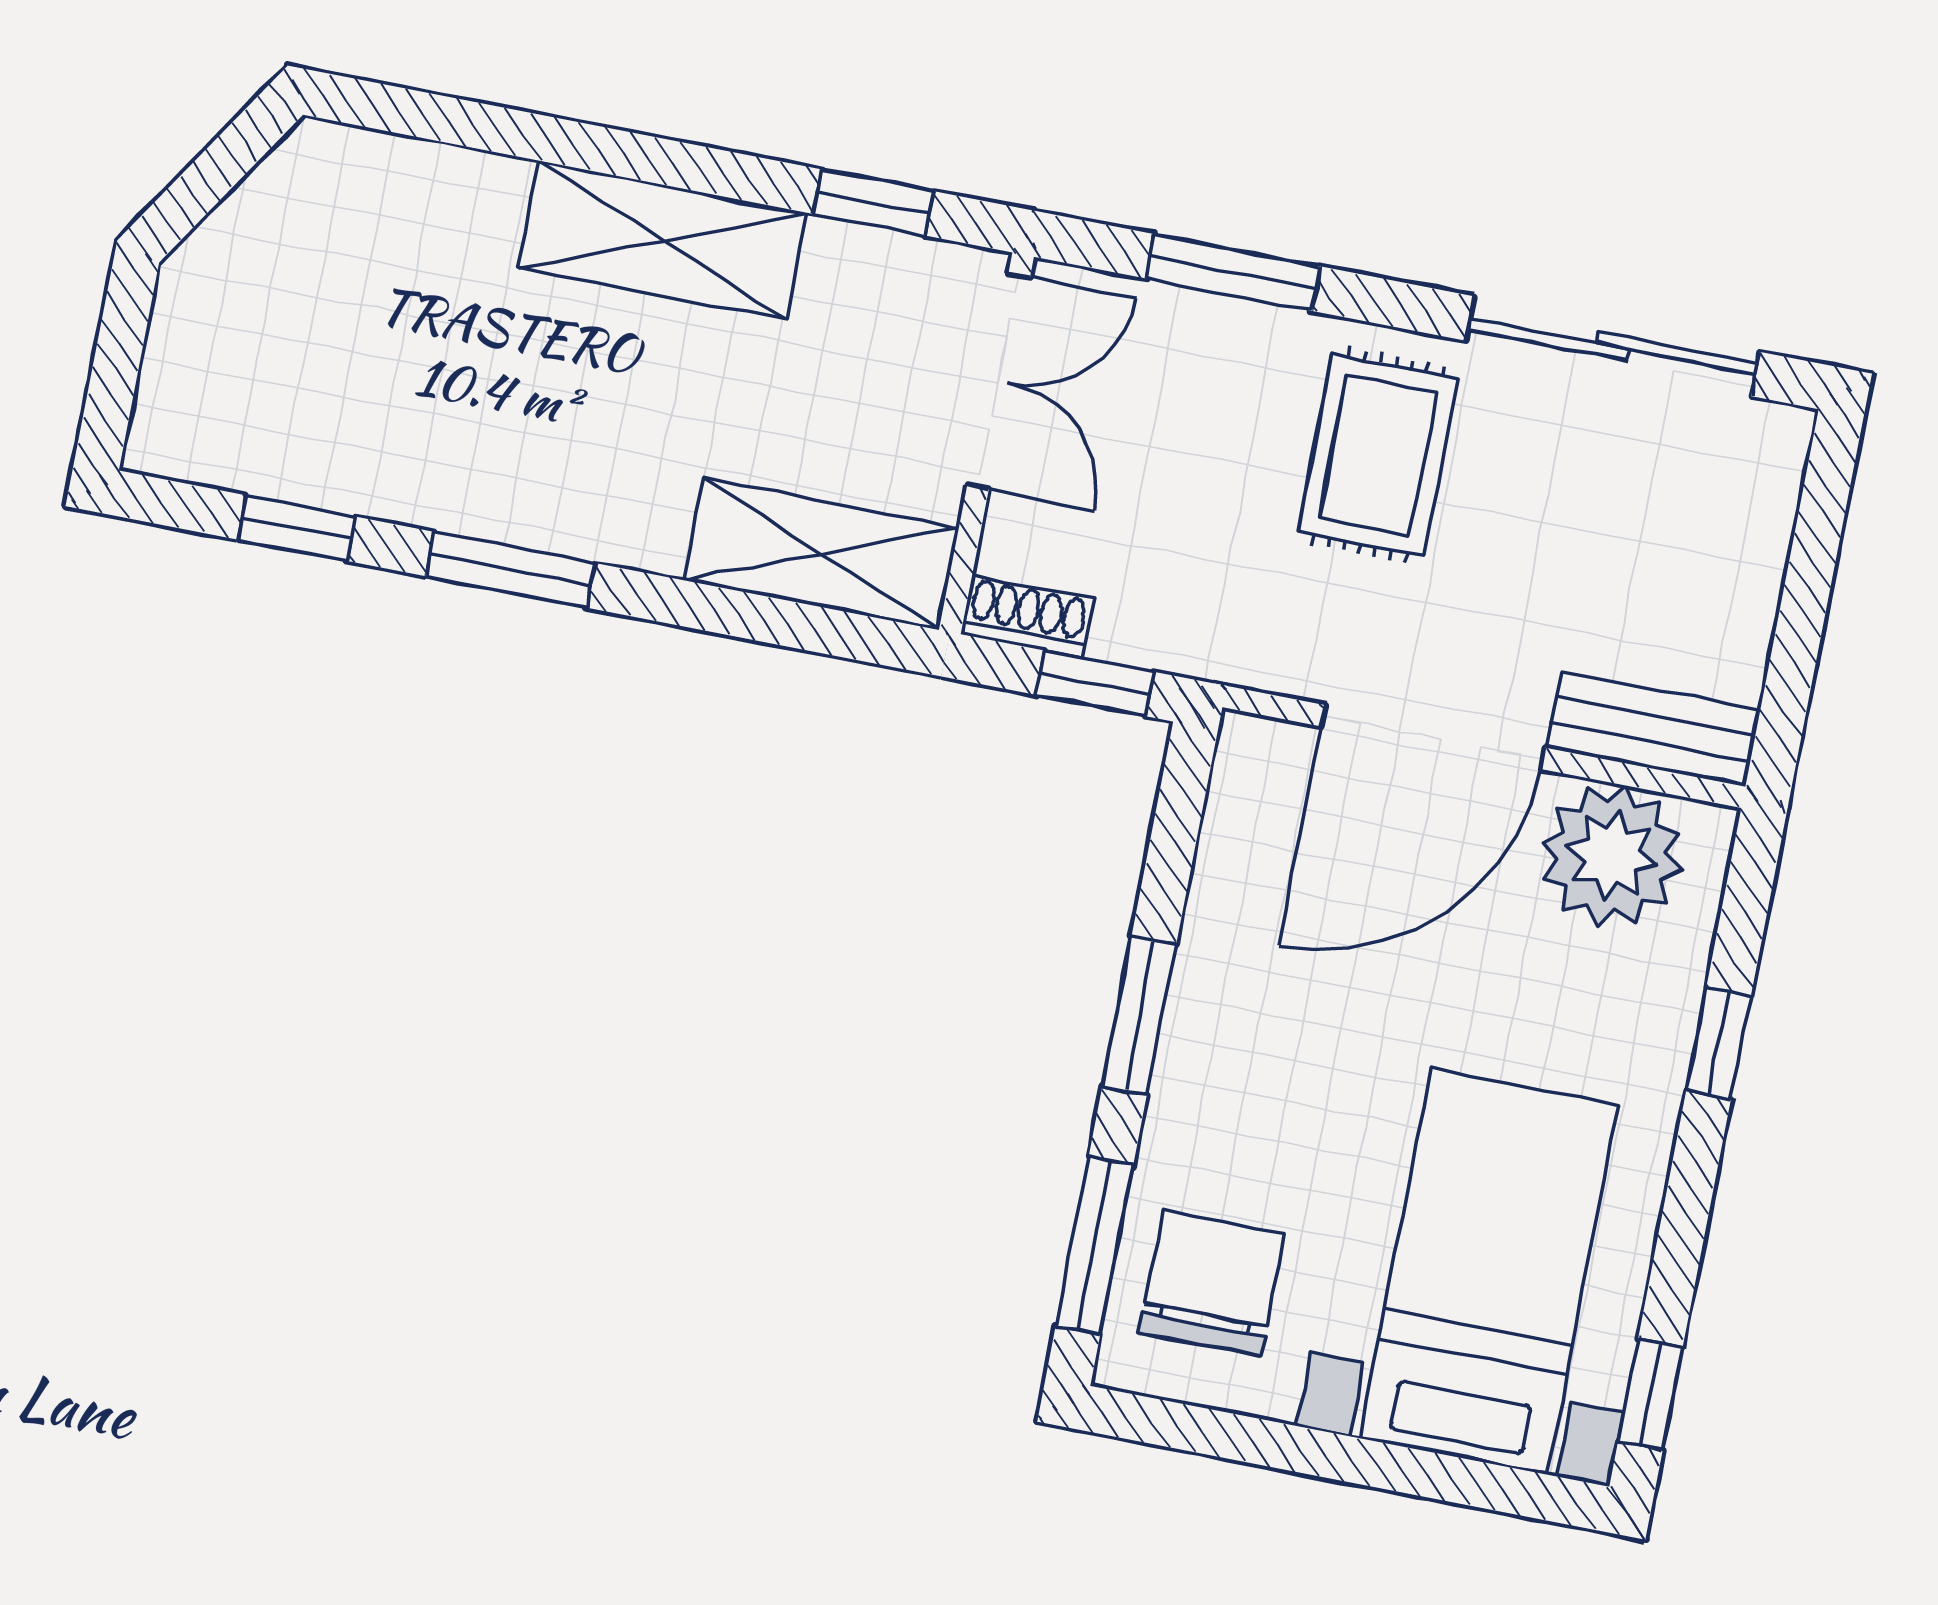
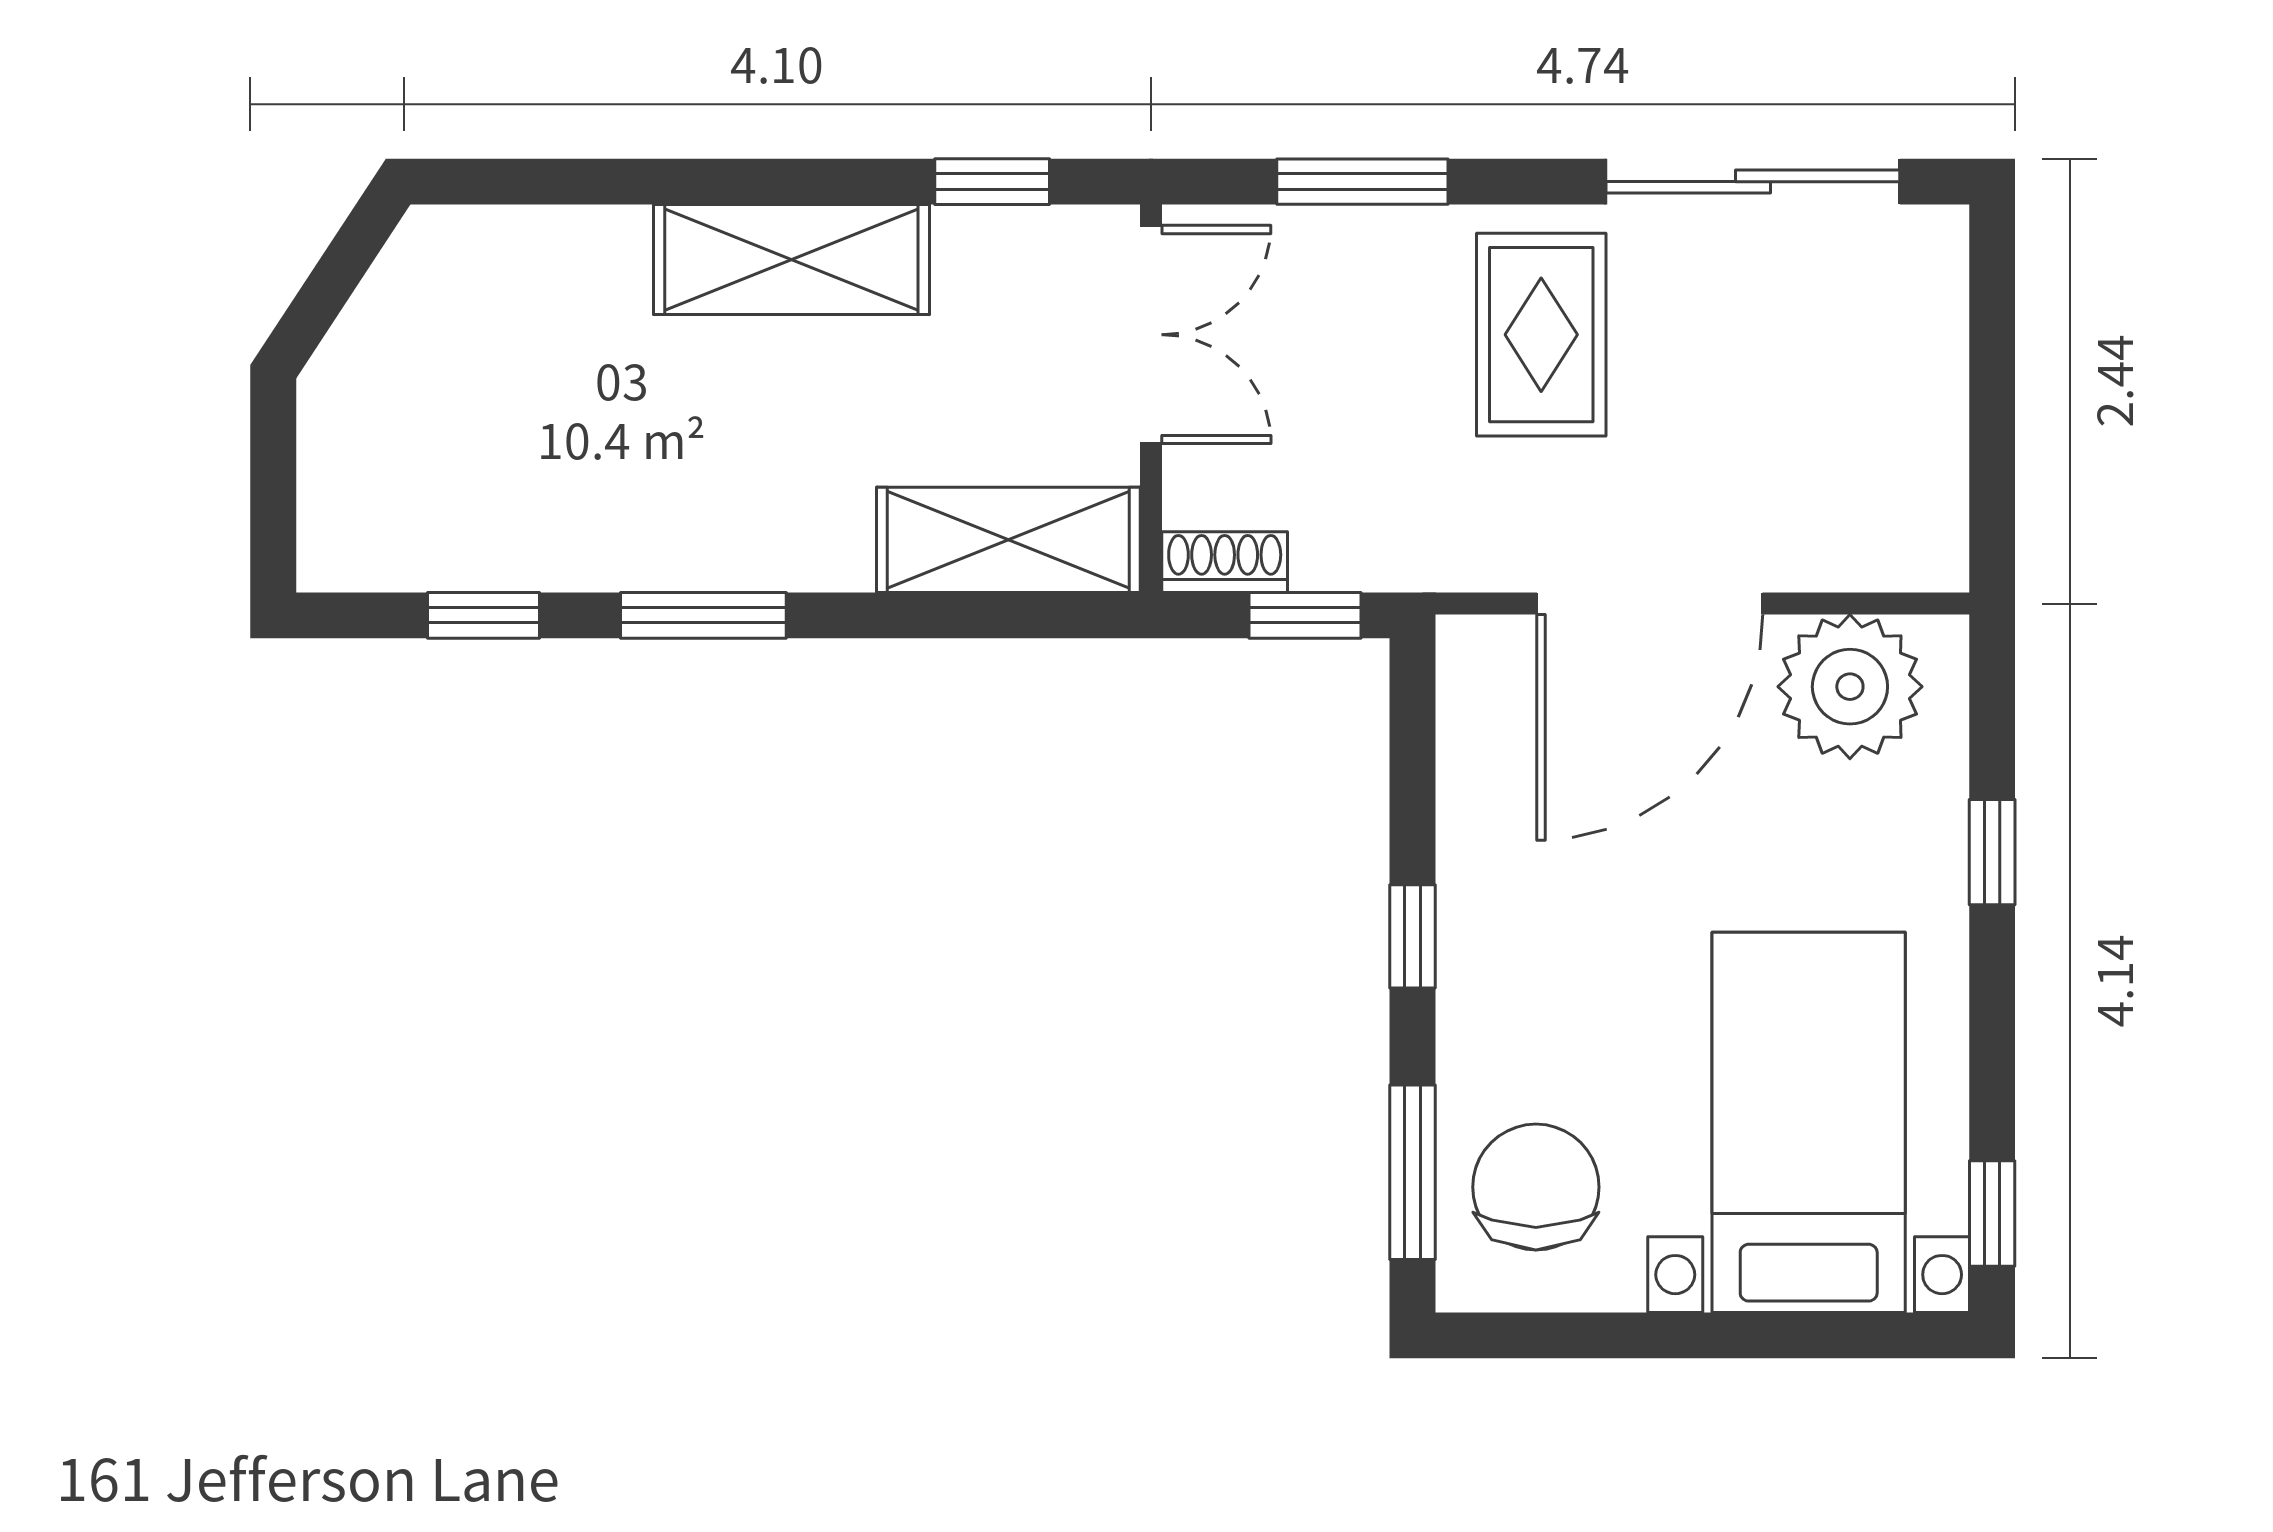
bench: (1653, 729) -> (1867, 553), removed
window: (1139, 1016) -> (1413, 936), width x0.67

